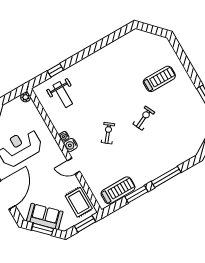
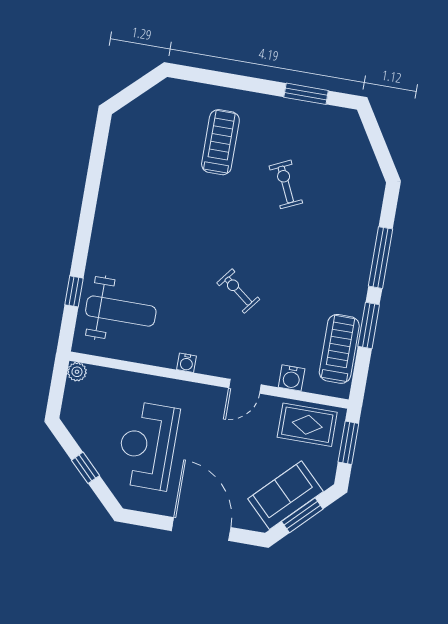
weight bench: (63, 95) -> (121, 311), width x1.36, depth x1.33
exercise bike: (144, 118) -> (286, 184), moved
water cooler: (71, 145) -> (292, 378), moved

